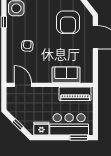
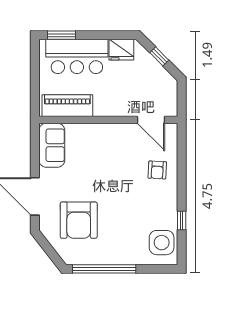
armchair: (68, 22) -> (79, 220), turned 180
armchair: (27, 46) -> (157, 170), moved
sofa: (66, 75) -> (52, 145), moved, turned -90

